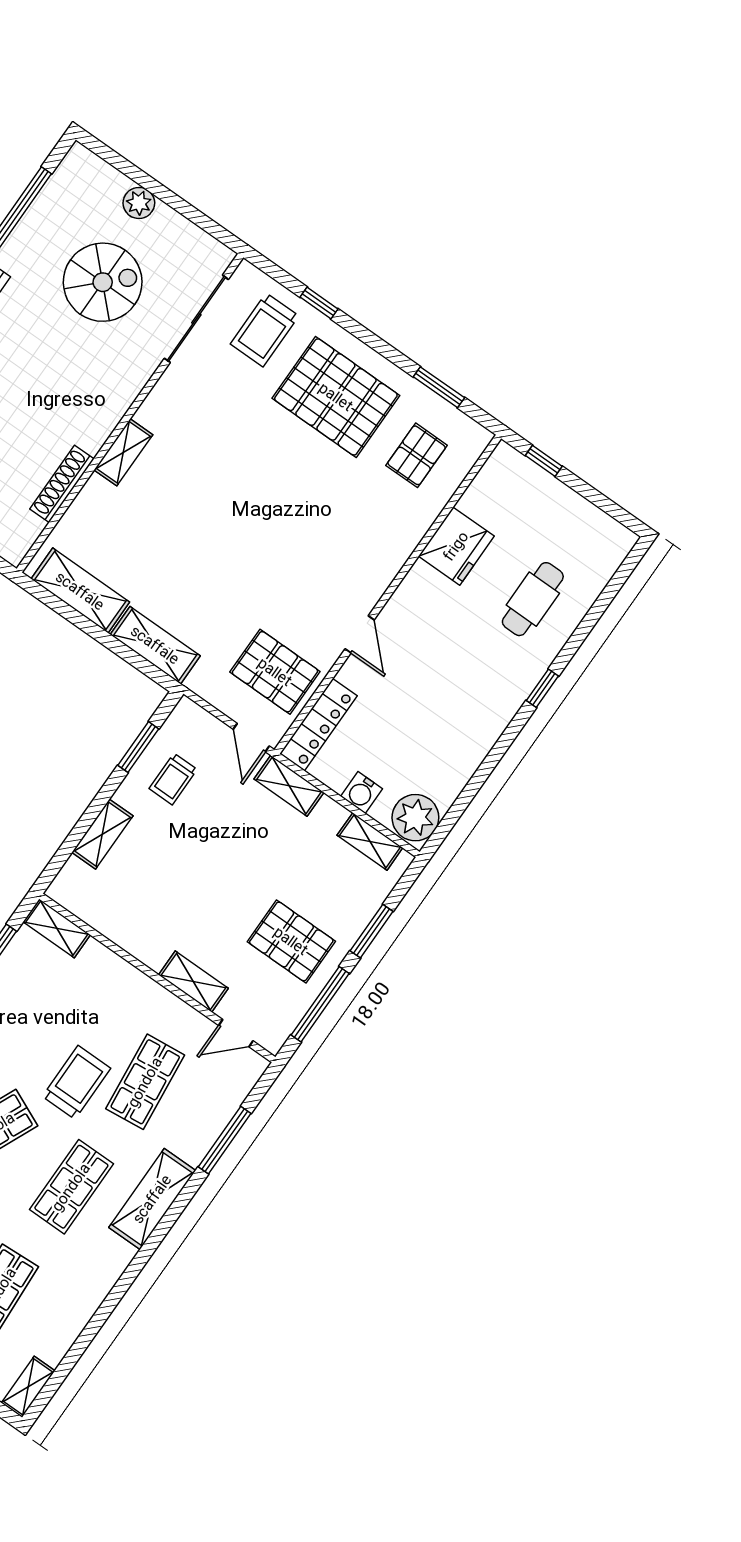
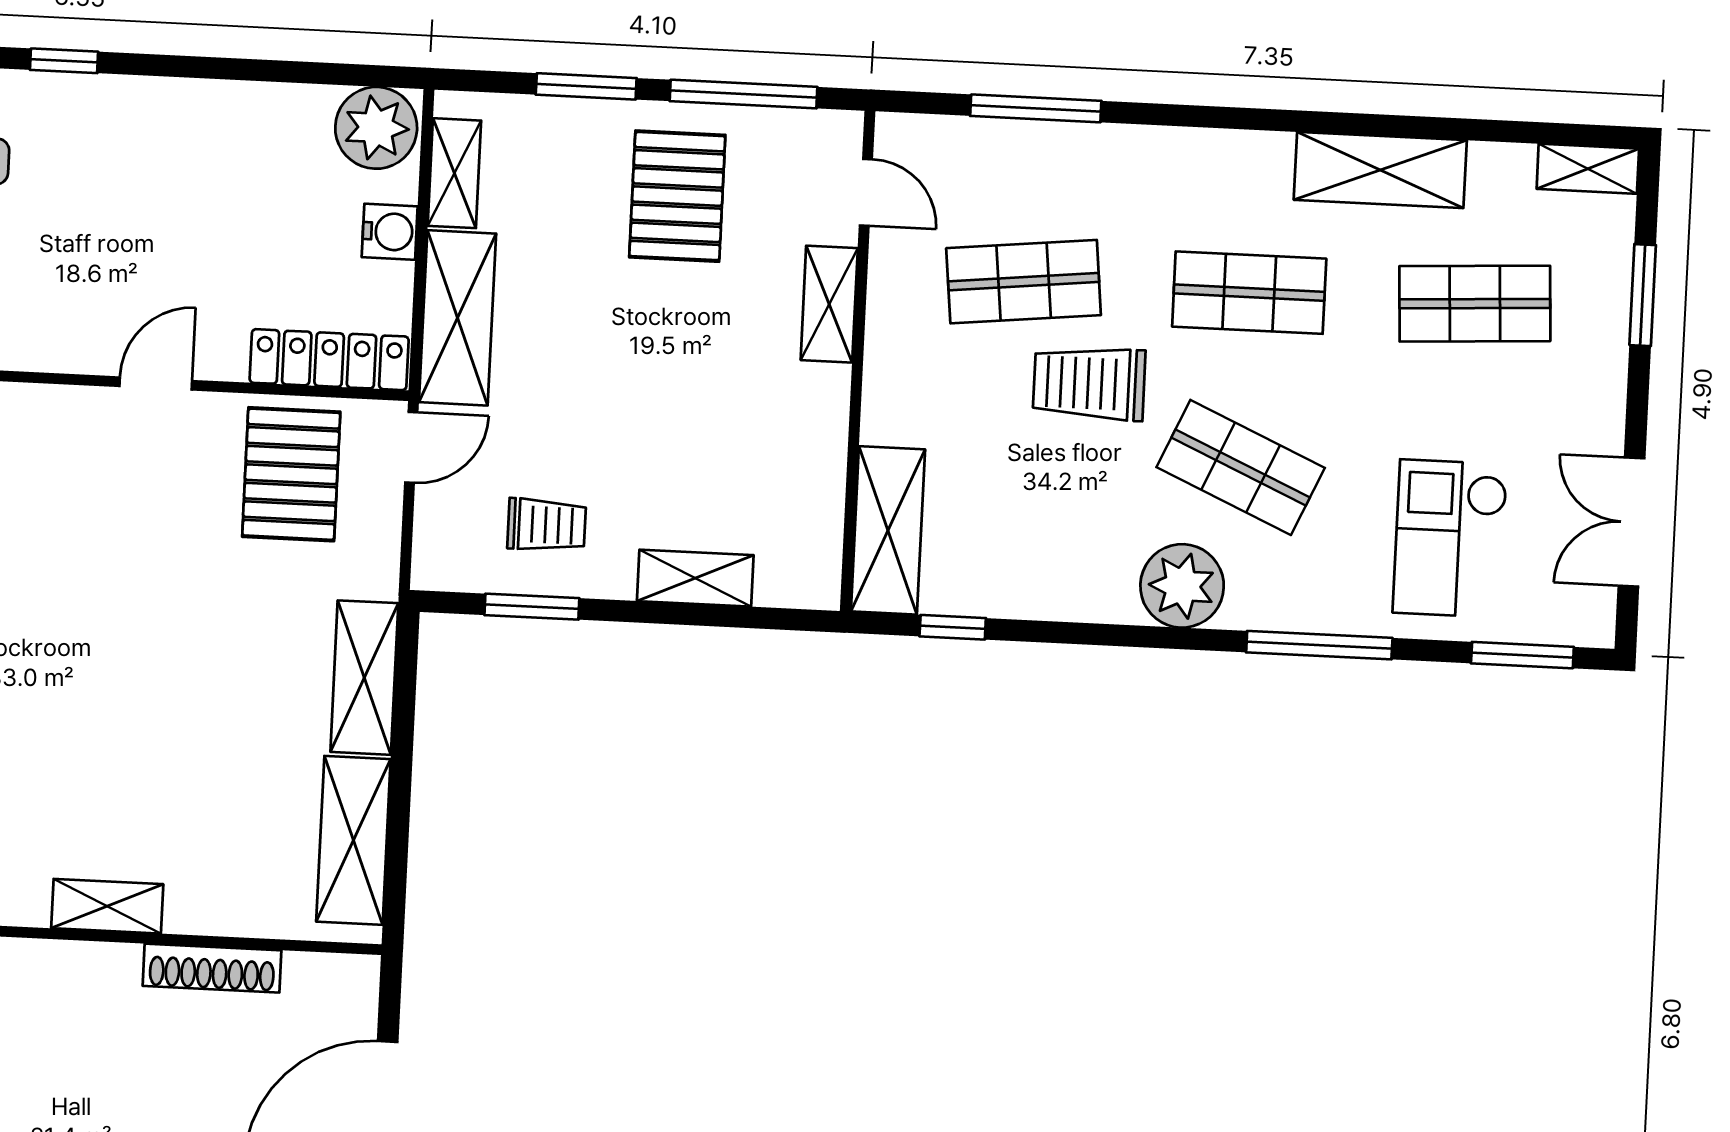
shelving: (289, 786) -> (458, 318), width x1.50, depth x1.33
shelving: (57, 928) -> (888, 530), width x1.50, depth x1.33
shelving: (152, 1199) -> (1380, 170), moved

